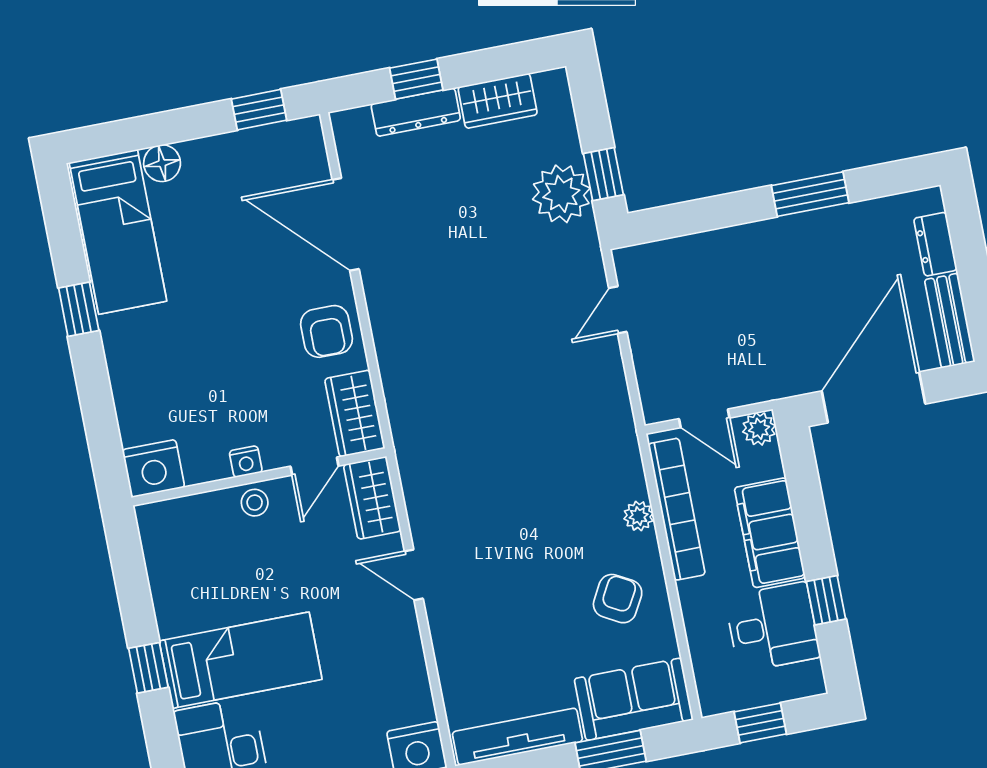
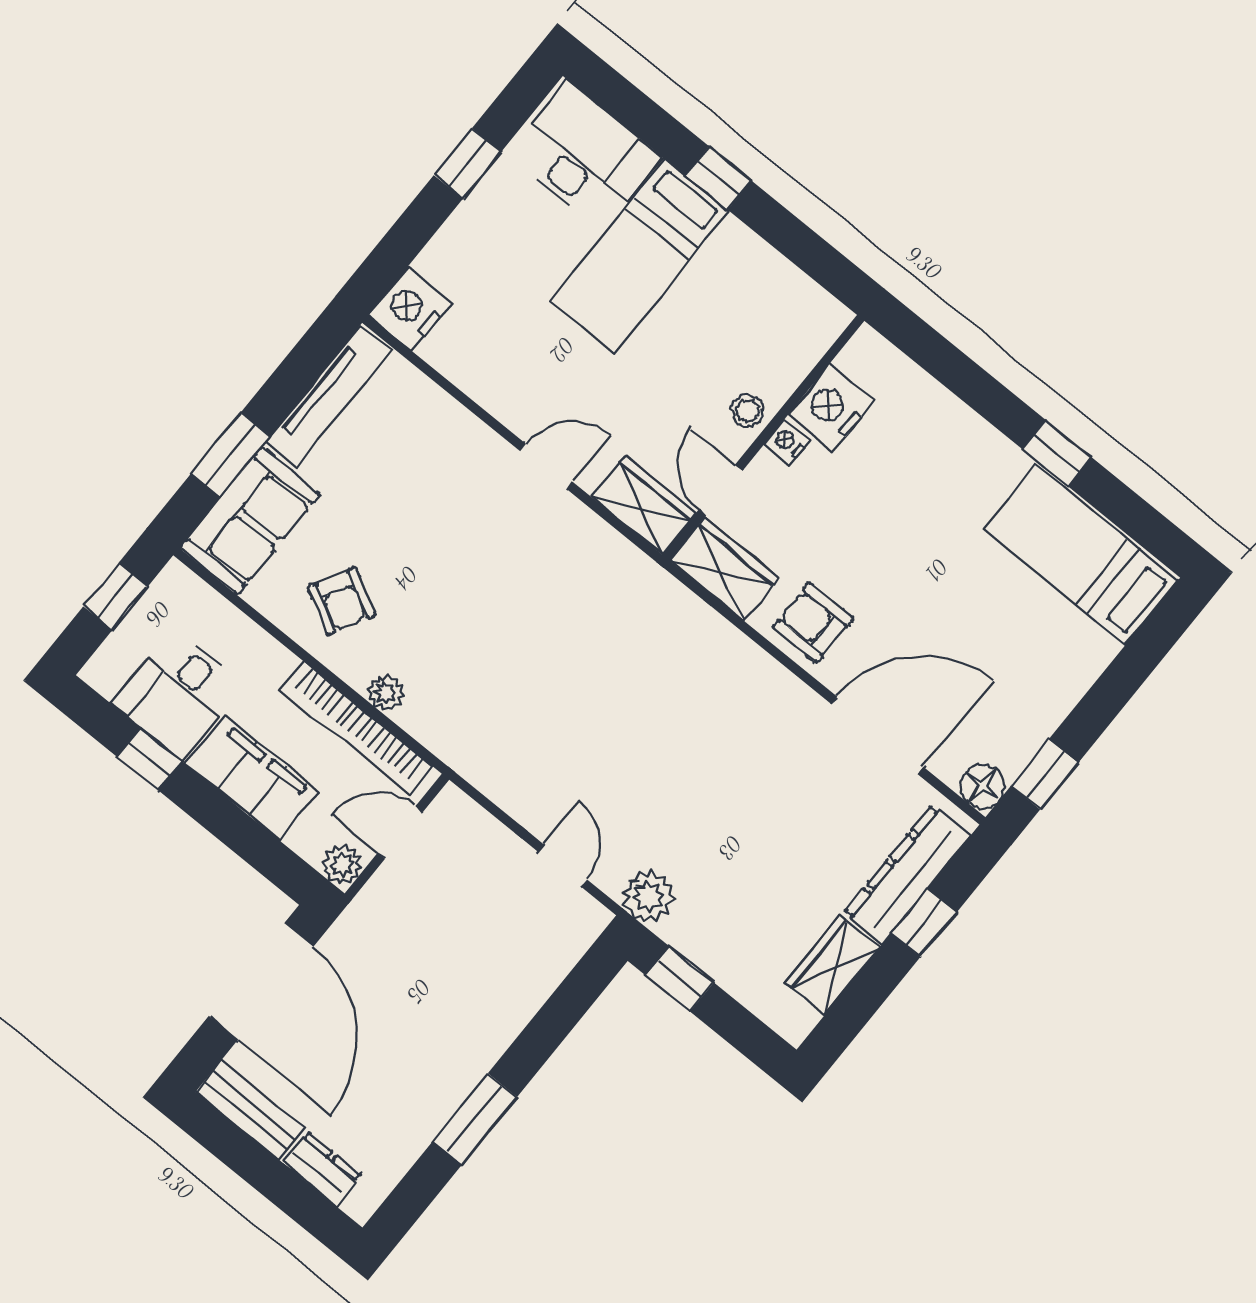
dresser: (416, 112) -> (907, 874), width x1.37, depth x1.24
floor lamp: (162, 163) -> (982, 786), moved
plant: (561, 194) -> (649, 896), moved, width x0.73, depth x0.73
nightstand: (153, 469) -> (831, 408), moved

